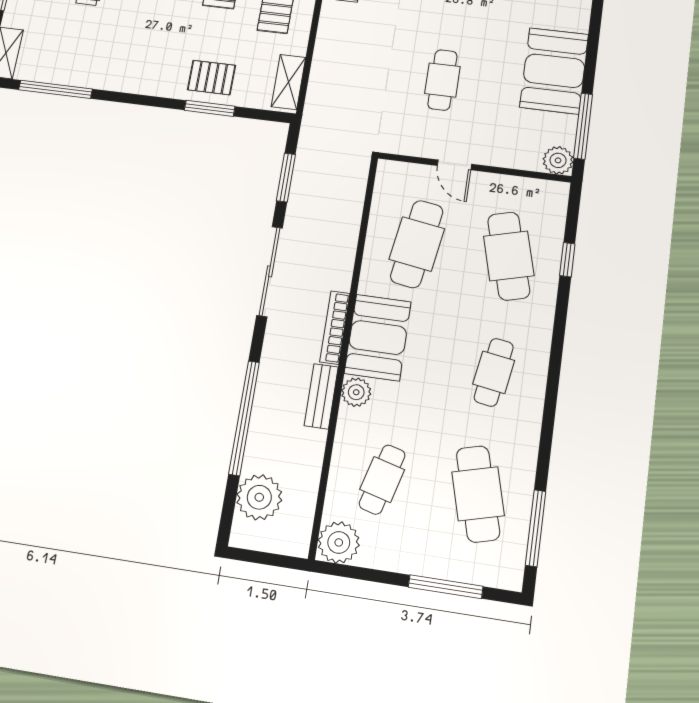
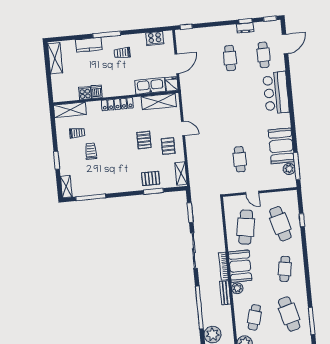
plant: (558, 160) -> (289, 169), moved

